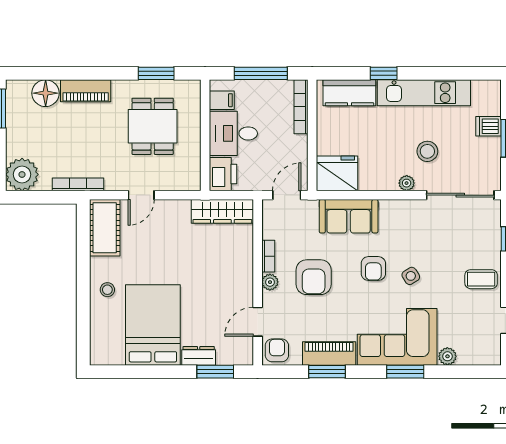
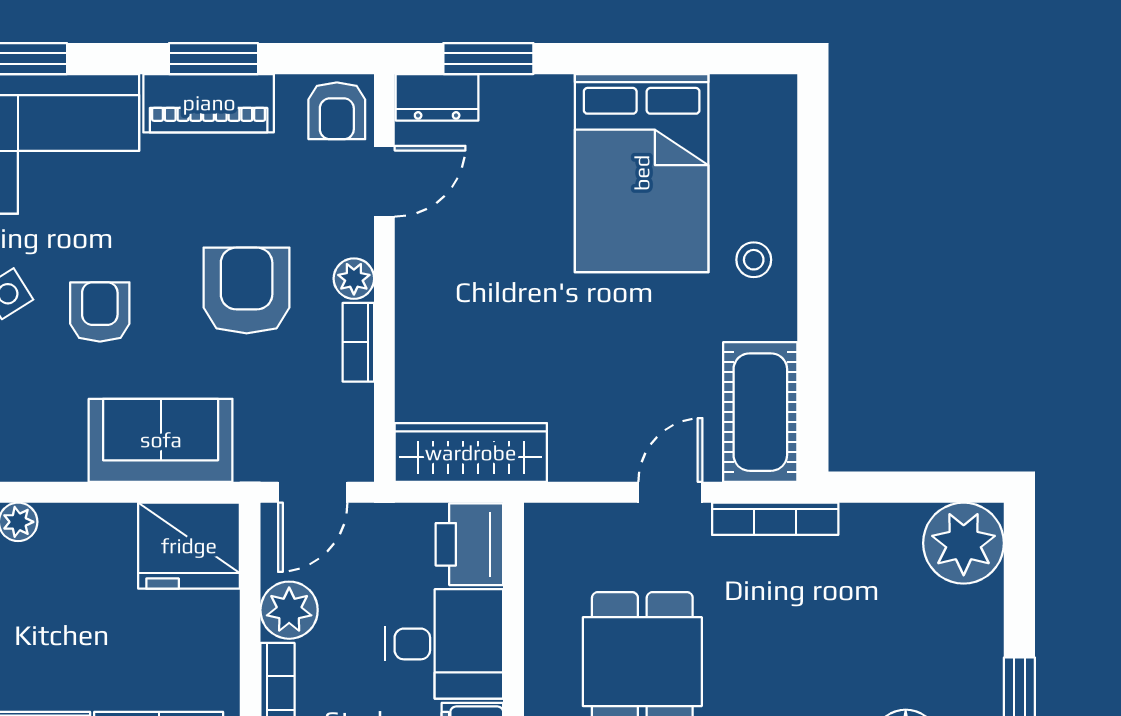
plant: (296, 147) -> (289, 610), added
bookcase: (78, 184) -> (775, 519), moved
dresser: (199, 356) -> (437, 97), moved

